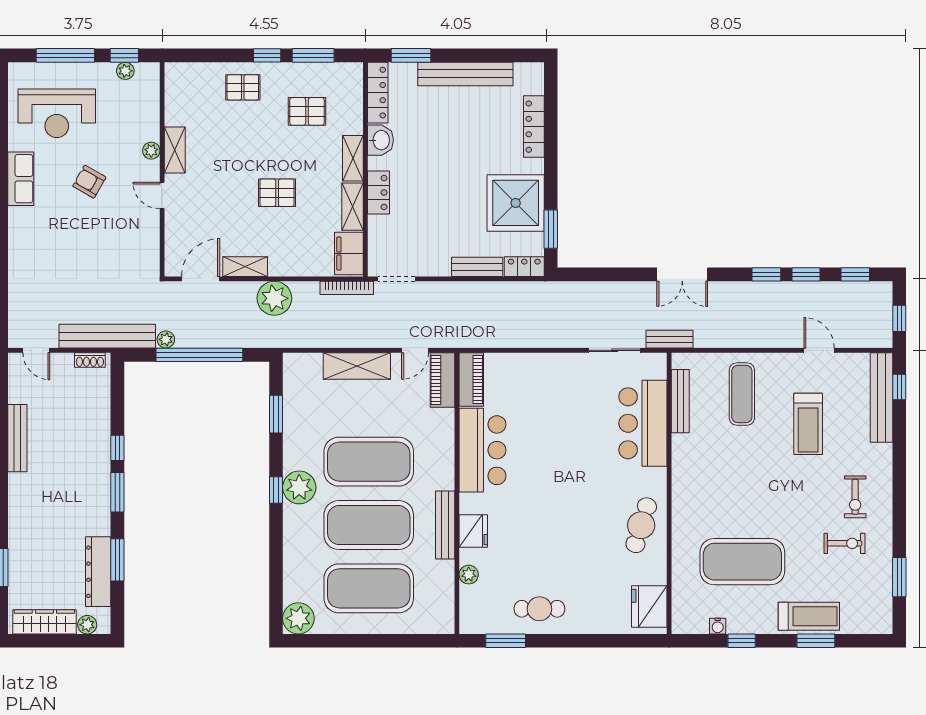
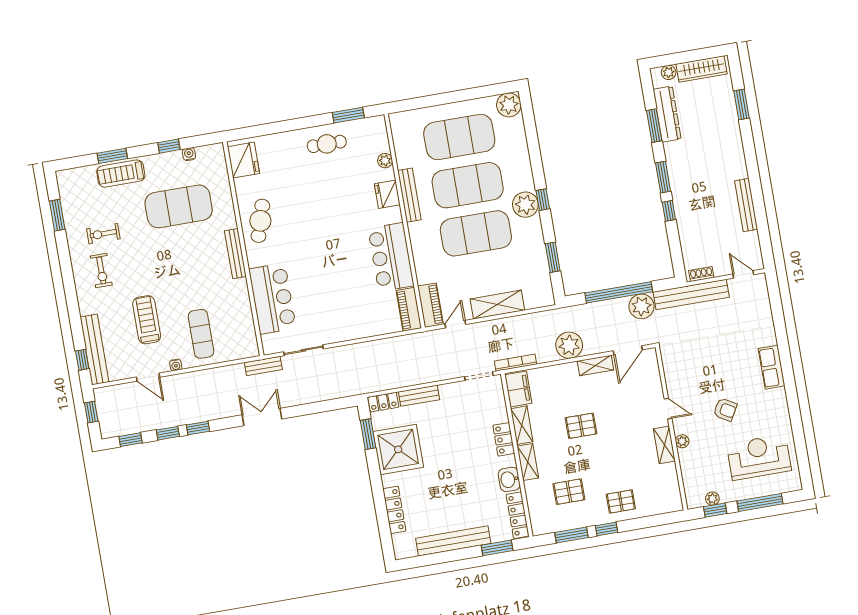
row of seats: (21, 179) -> (772, 367), moved
plant: (166, 339) -> (641, 306), width x1.87, depth x1.87
water cooler: (781, 360) -> (176, 365), added
bench: (680, 401) -> (235, 254), moved
exercise bike: (855, 497) -> (101, 270), turned 180

